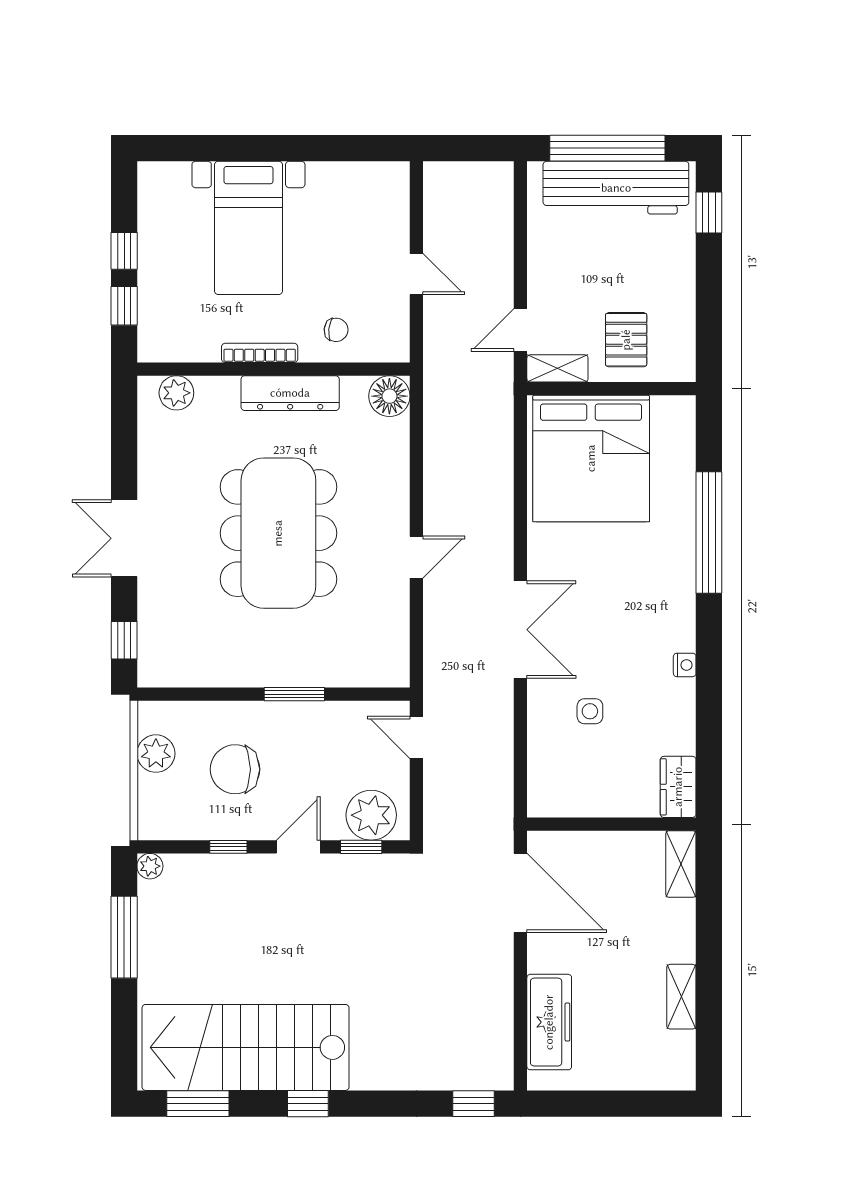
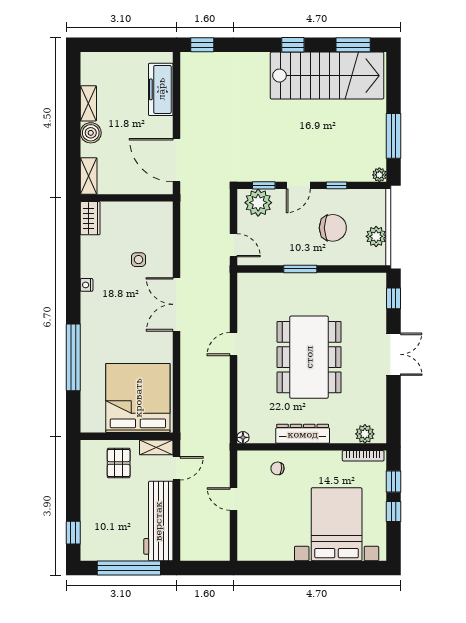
workbench: (616, 188) -> (158, 521), moved, turned -90
bed with nightstands: (248, 228) -> (337, 524), width x1.36
bookcase: (260, 353) -> (363, 456), moved
floor lamp: (389, 396) -> (243, 437), width x0.53, depth x0.53
boiler: (677, 943) -> (91, 133), added

